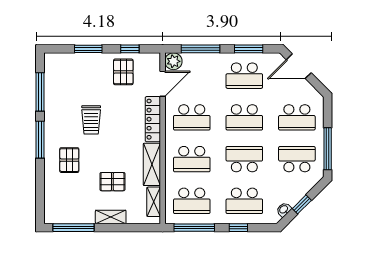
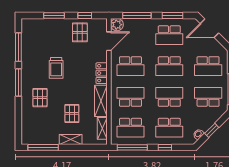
locker: (153, 119) -> (102, 73), width x0.66
school desk: (192, 159) -> (130, 97), turned 180
pallet: (112, 182) -> (72, 113), turned 90

